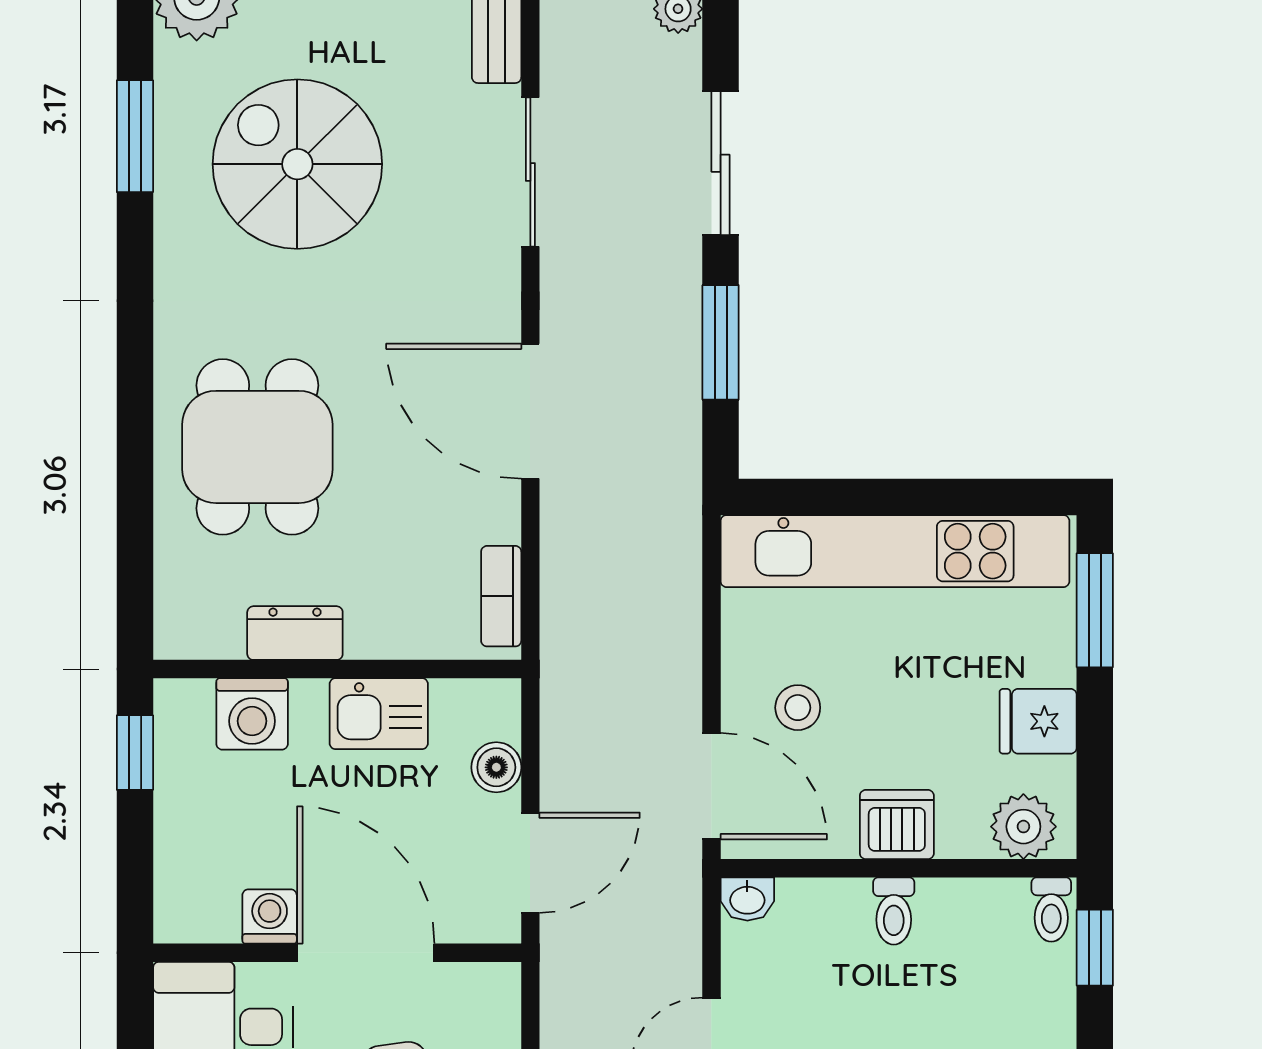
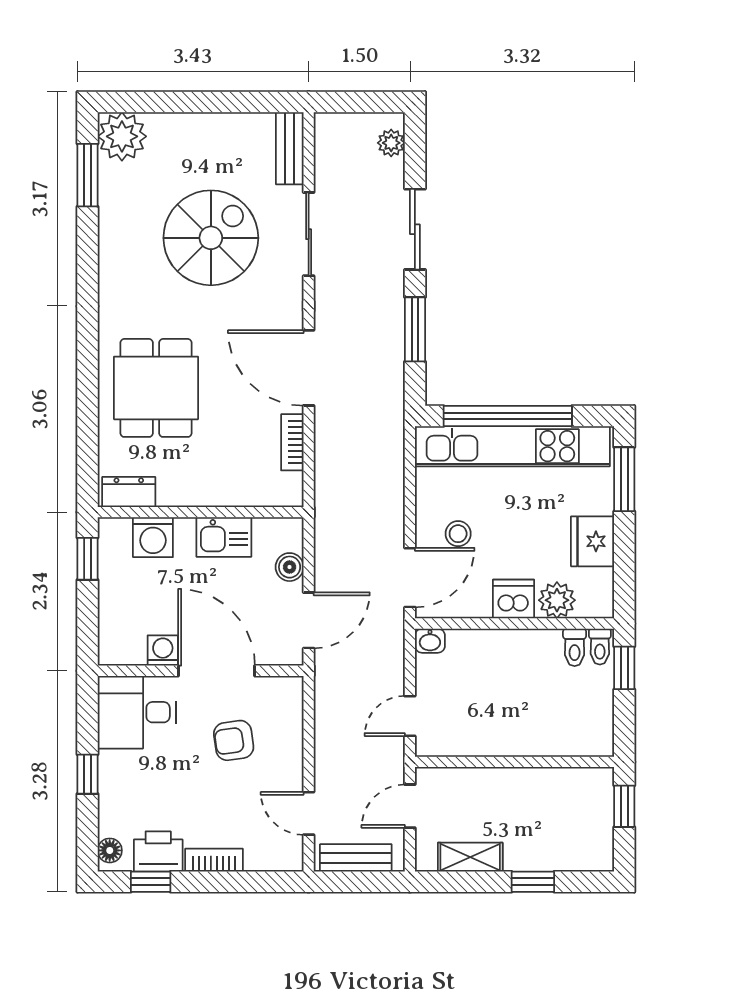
window: (135, 136) -> (88, 175), moved
spiral stairs: (297, 164) -> (211, 238), moved, turned 90
window: (886, 497) -> (508, 416), added
bookcase: (501, 596) -> (292, 442), moved
dresser: (295, 633) -> (129, 492), moved
fridge: (1038, 721) -> (593, 541), width x1.38
door: (711, 786) -> (410, 578), hinge flipped
plant: (1023, 827) -> (557, 600), moved
toilet: (894, 911) -> (575, 647), moved

